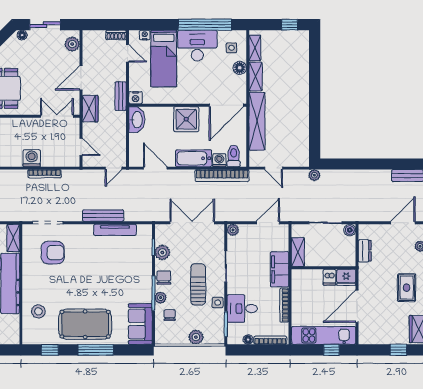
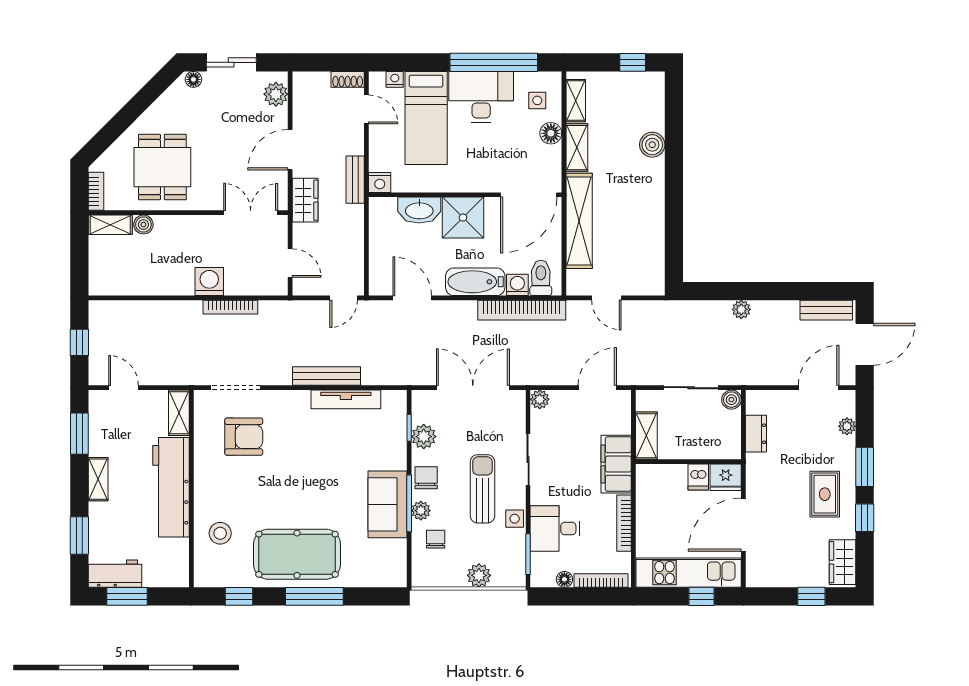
boiler: (301, 75) -> (652, 145), added
washbasin: (137, 120) -> (419, 210), moved, turned 90
plant: (314, 175) -> (741, 309), moved
sofa: (140, 324) -> (387, 504), moved

